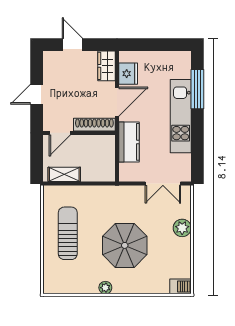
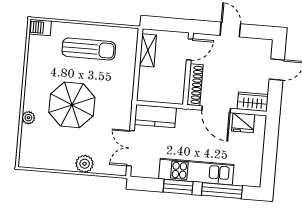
door: (60, 133) -> (190, 49), swing flipped
window: (197, 133) -> (178, 187), added
kitchen counter: (129, 142) -> (155, 116), moved
barbecue: (181, 286) -> (40, 28), moved, turned 90
plant: (105, 288) -> (28, 118), moved

